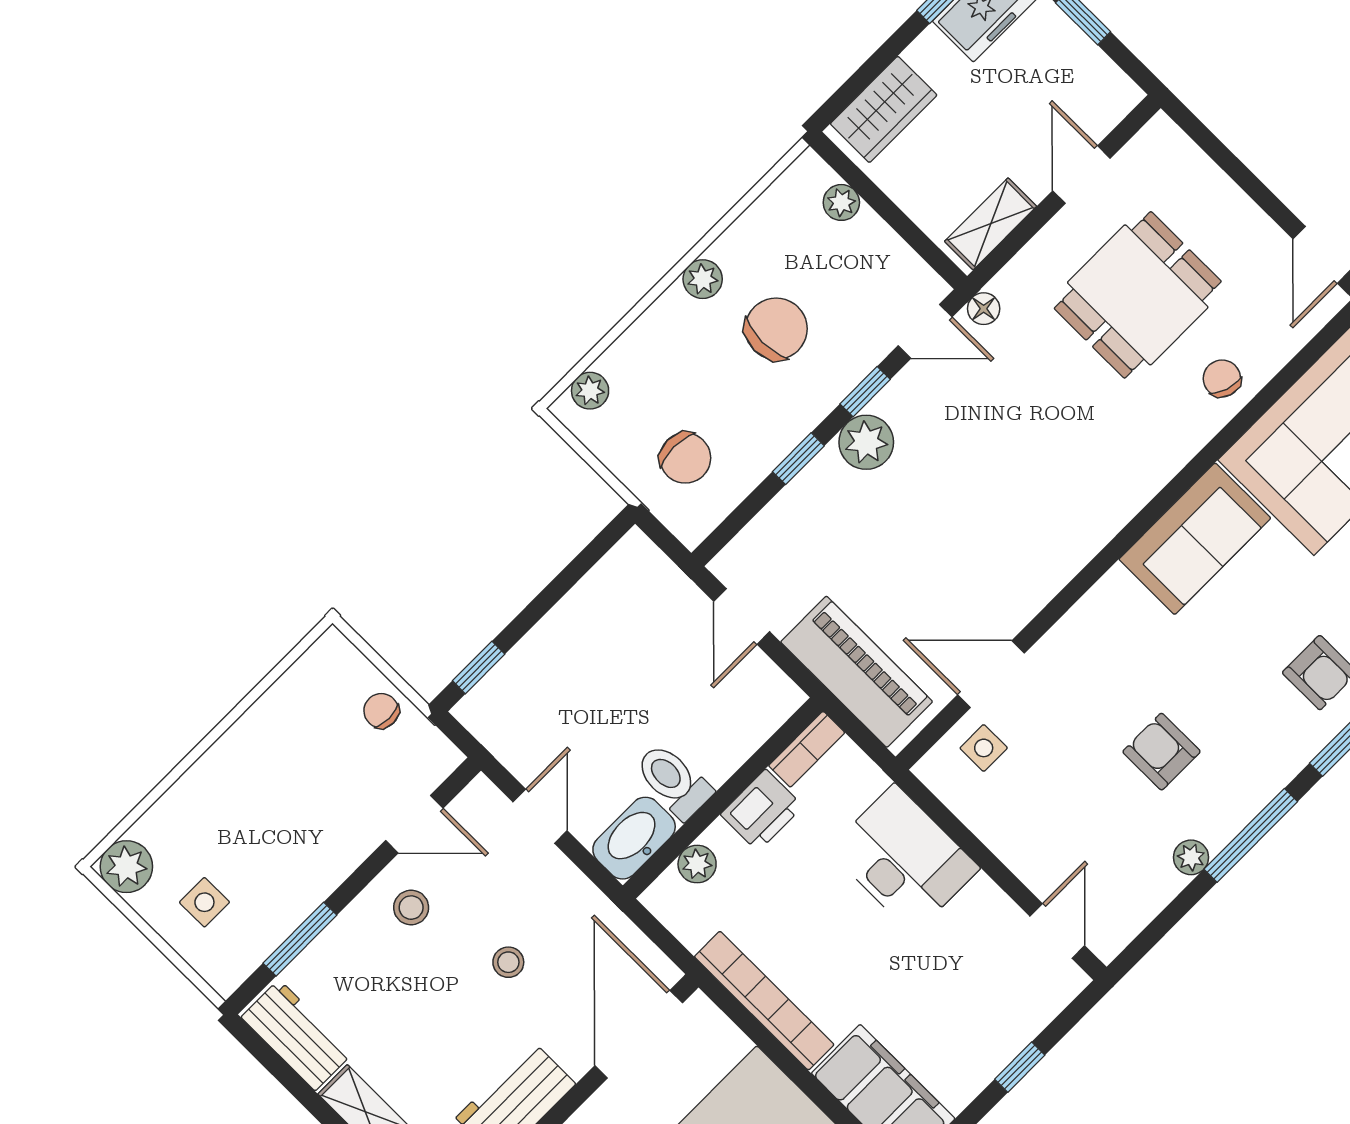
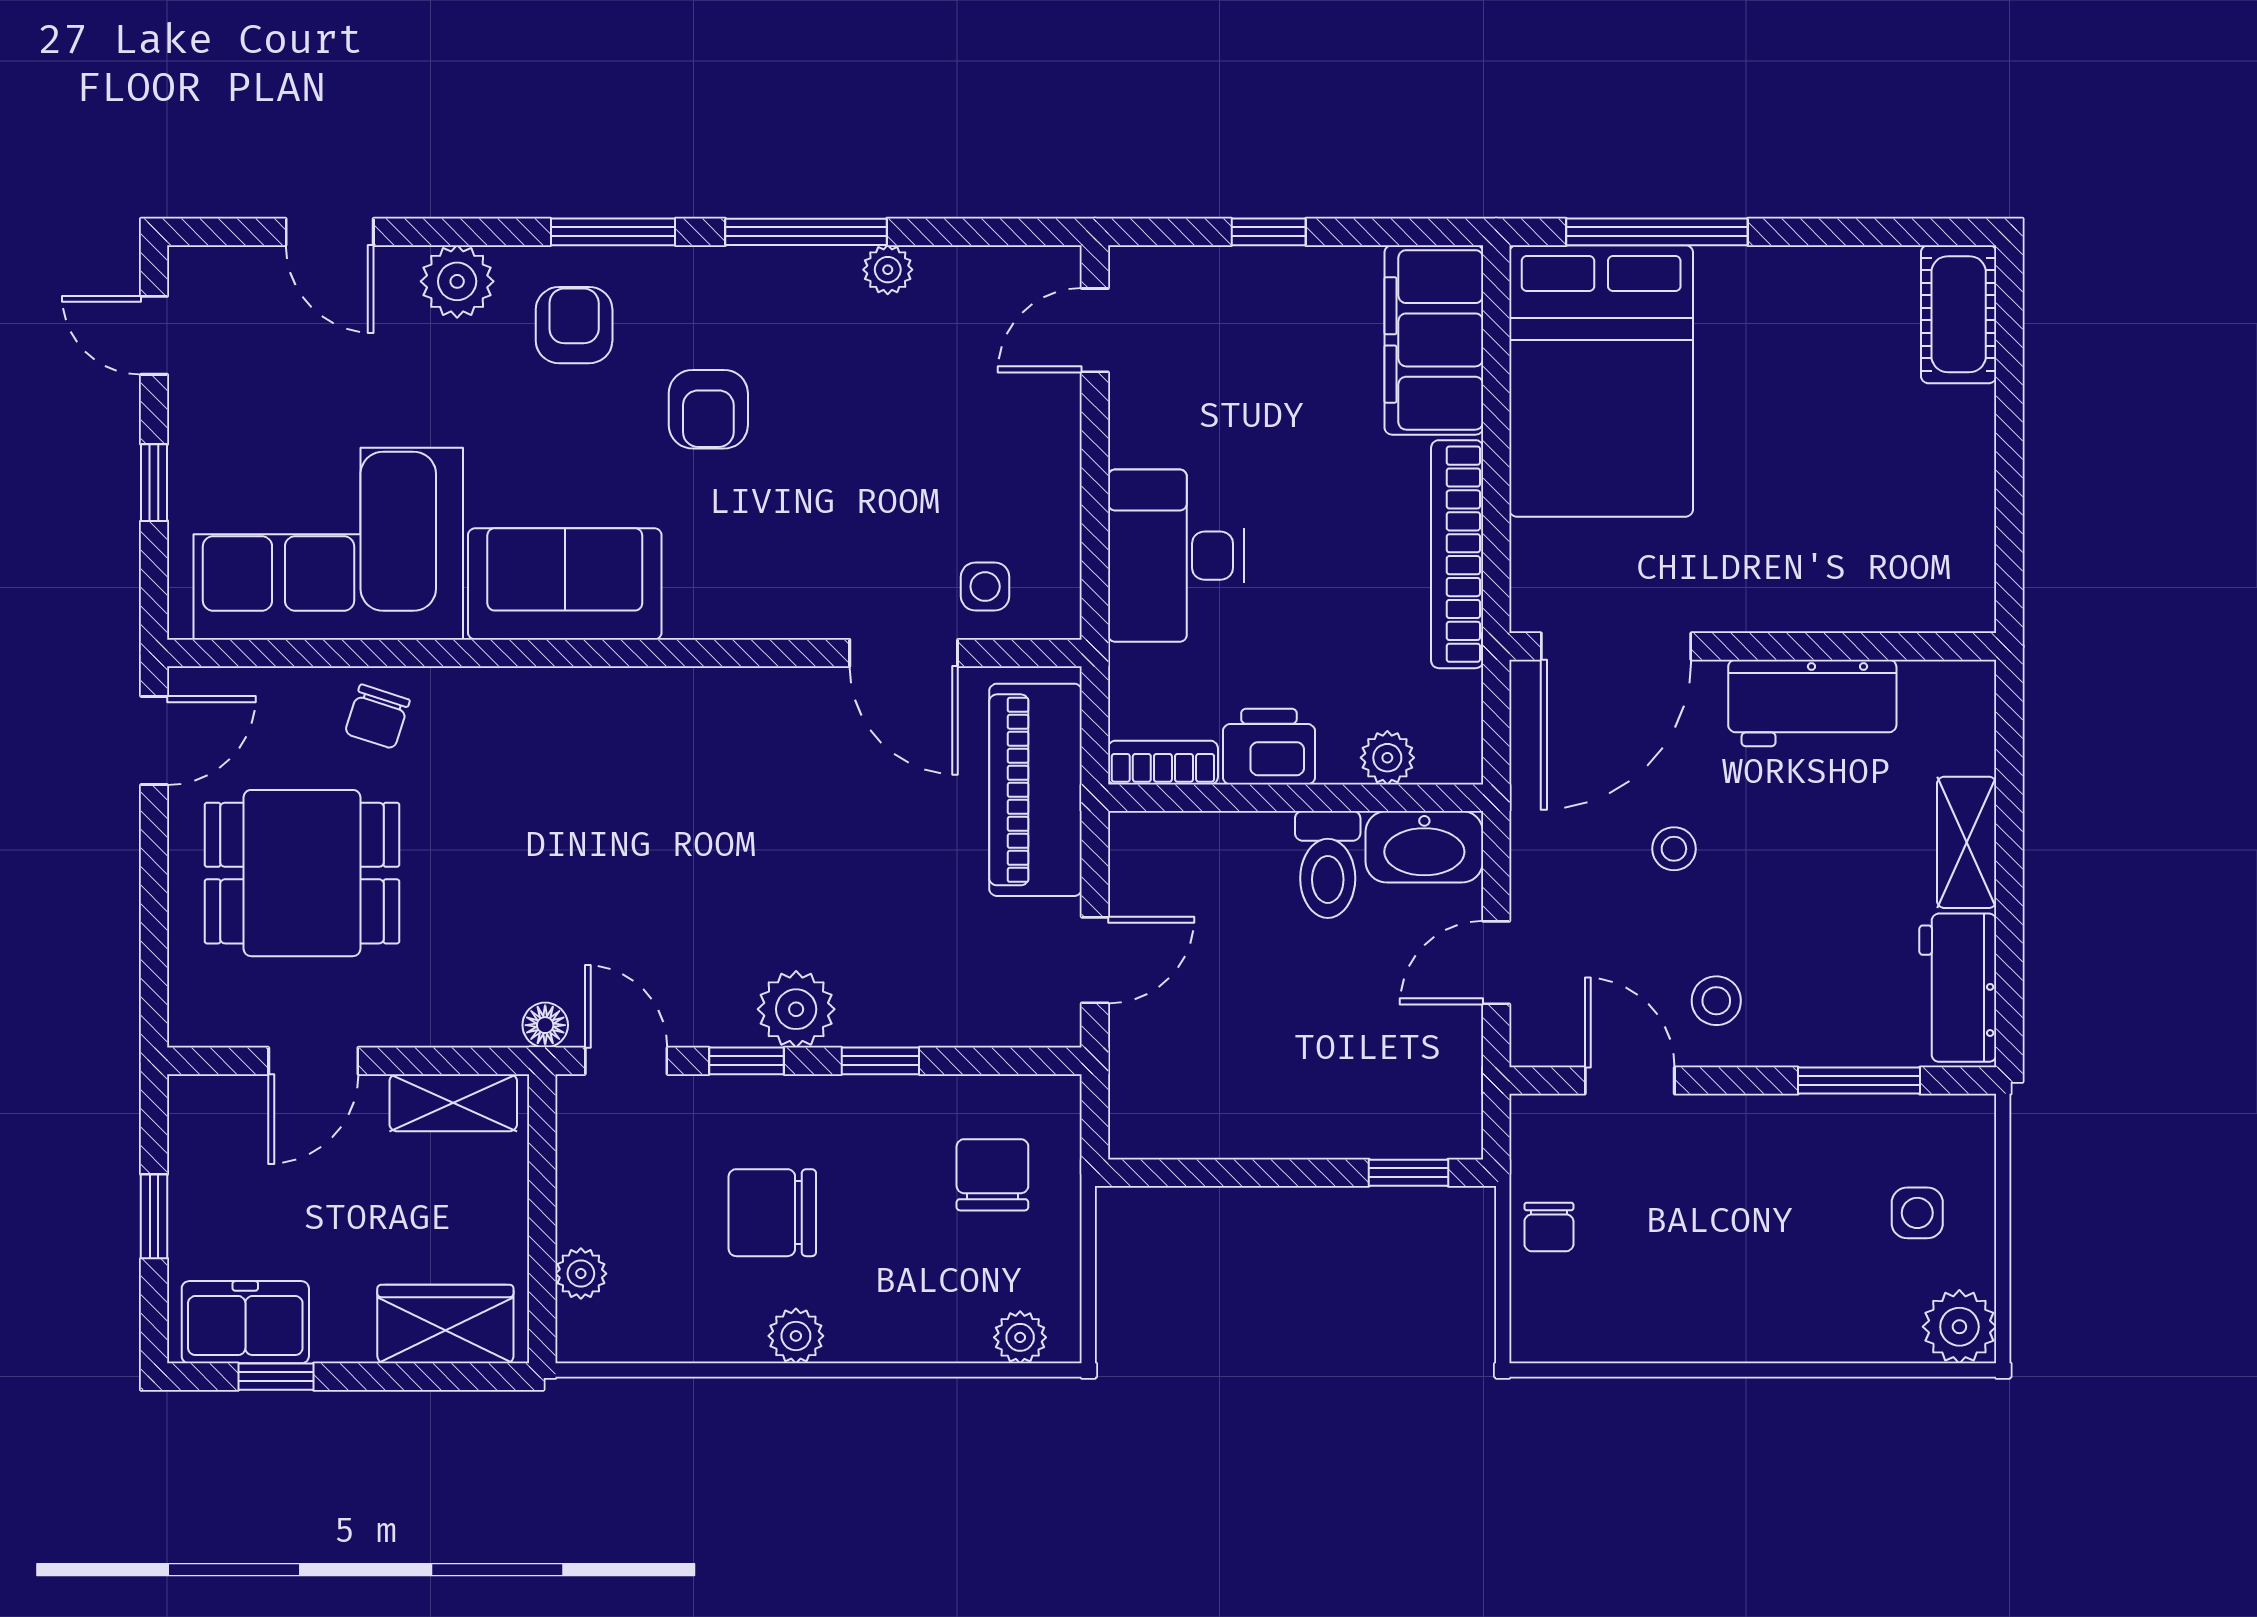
dining table: (1138, 295) -> (302, 873), moved
armchair: (1162, 752) -> (708, 409), moved

